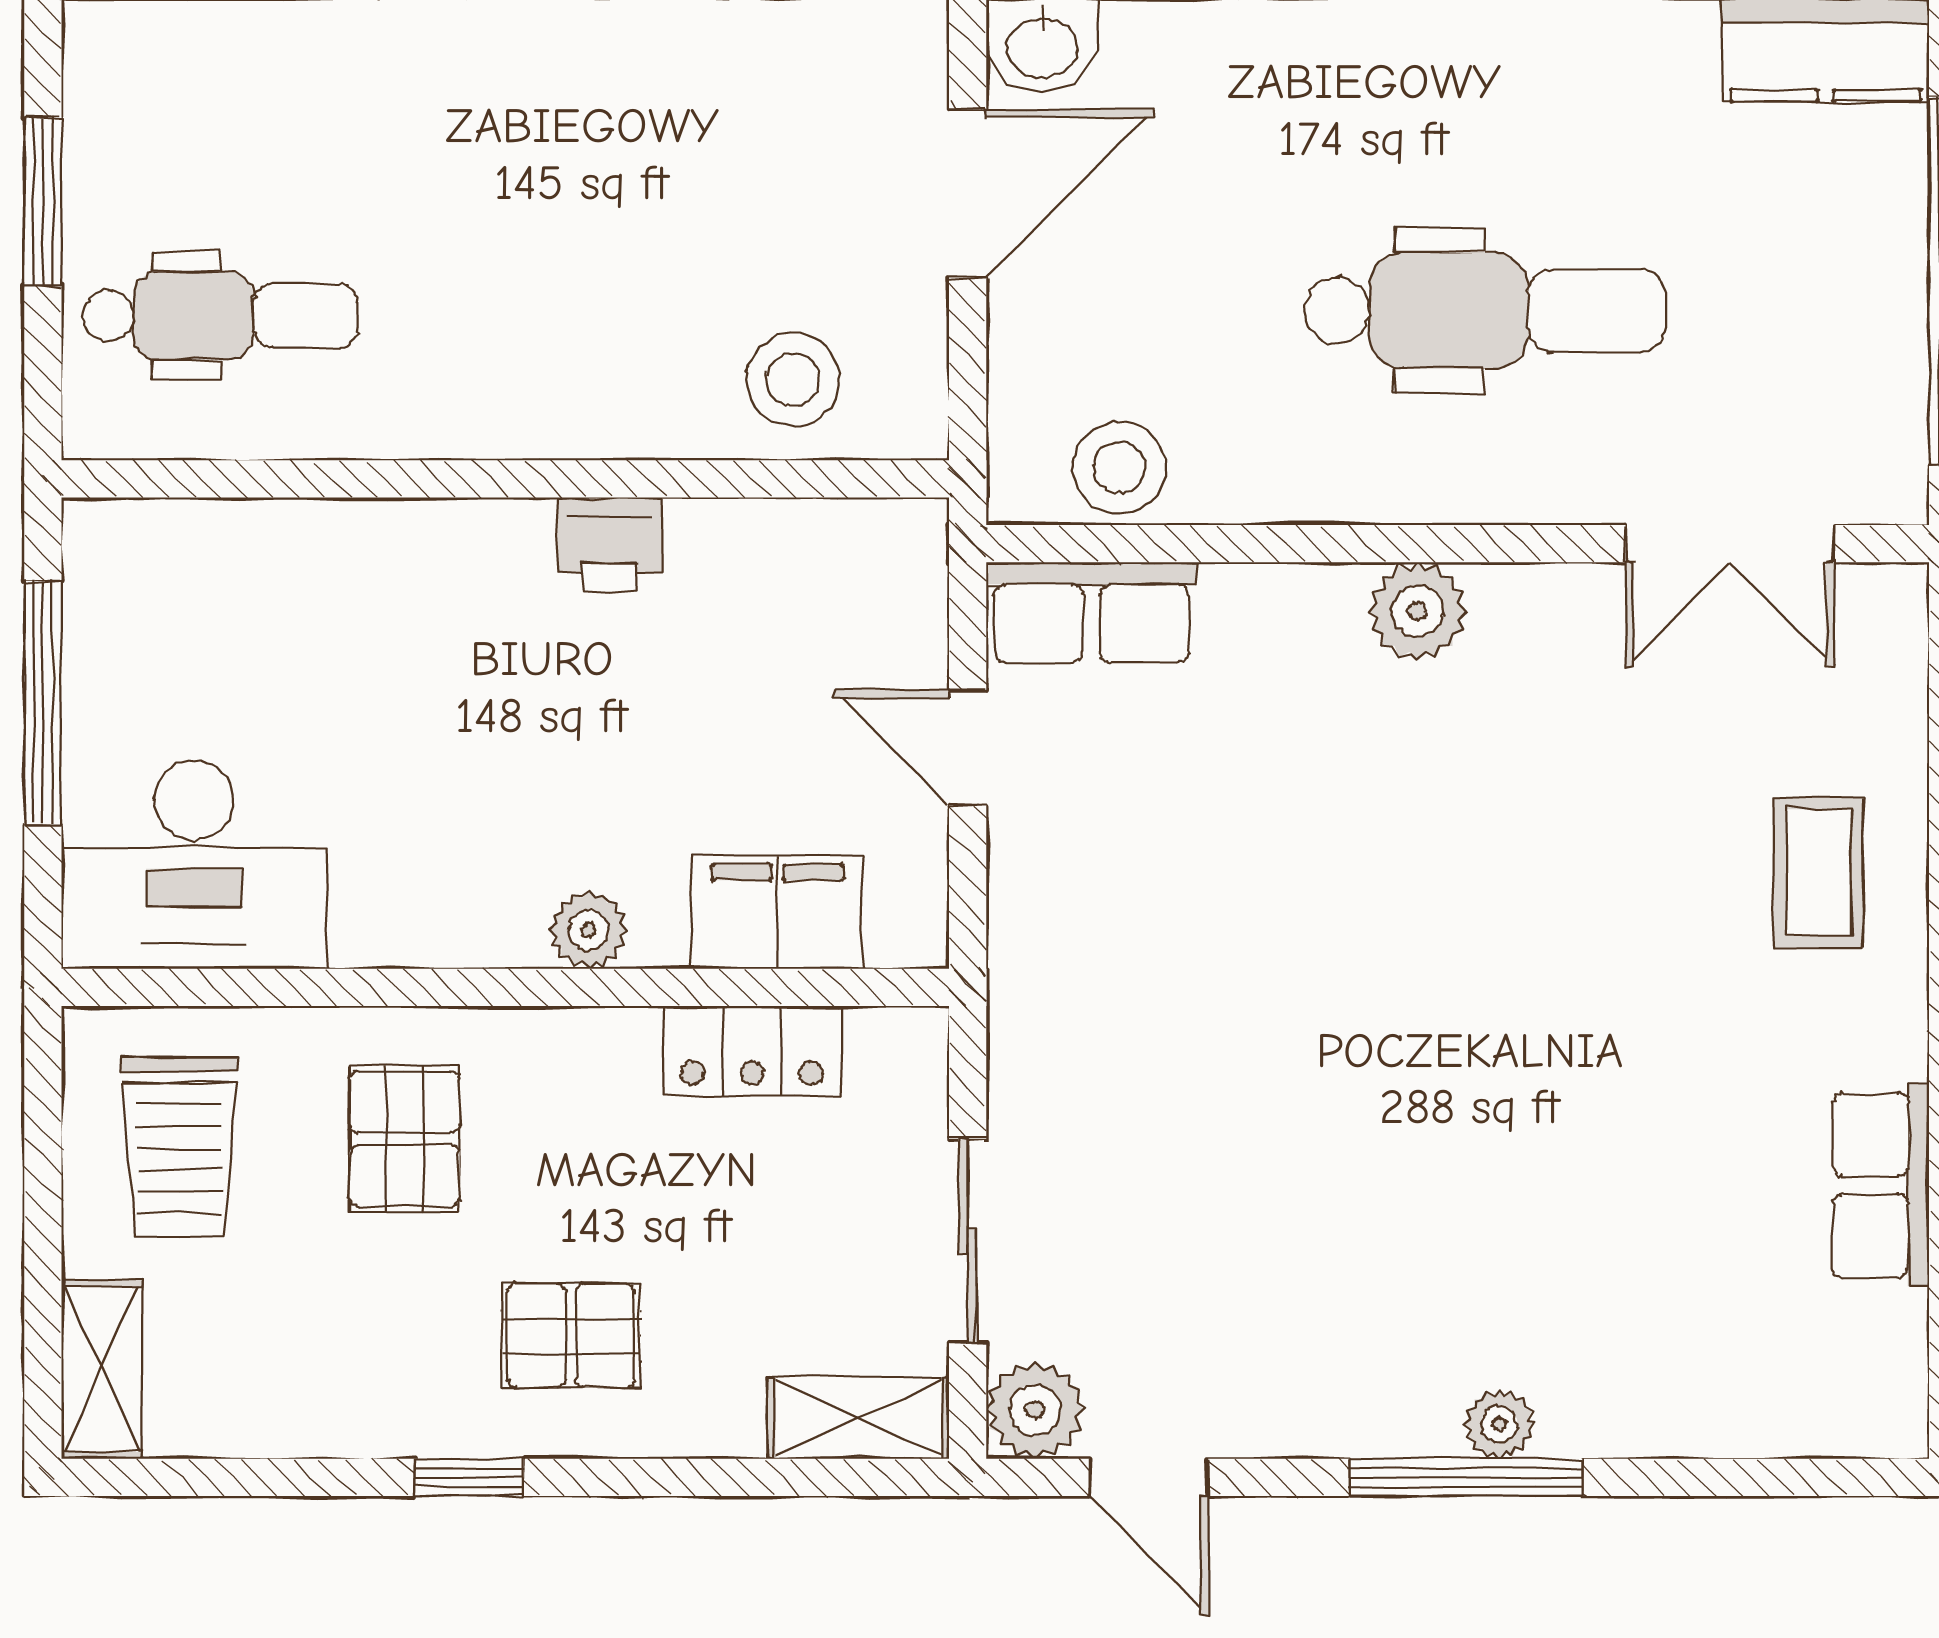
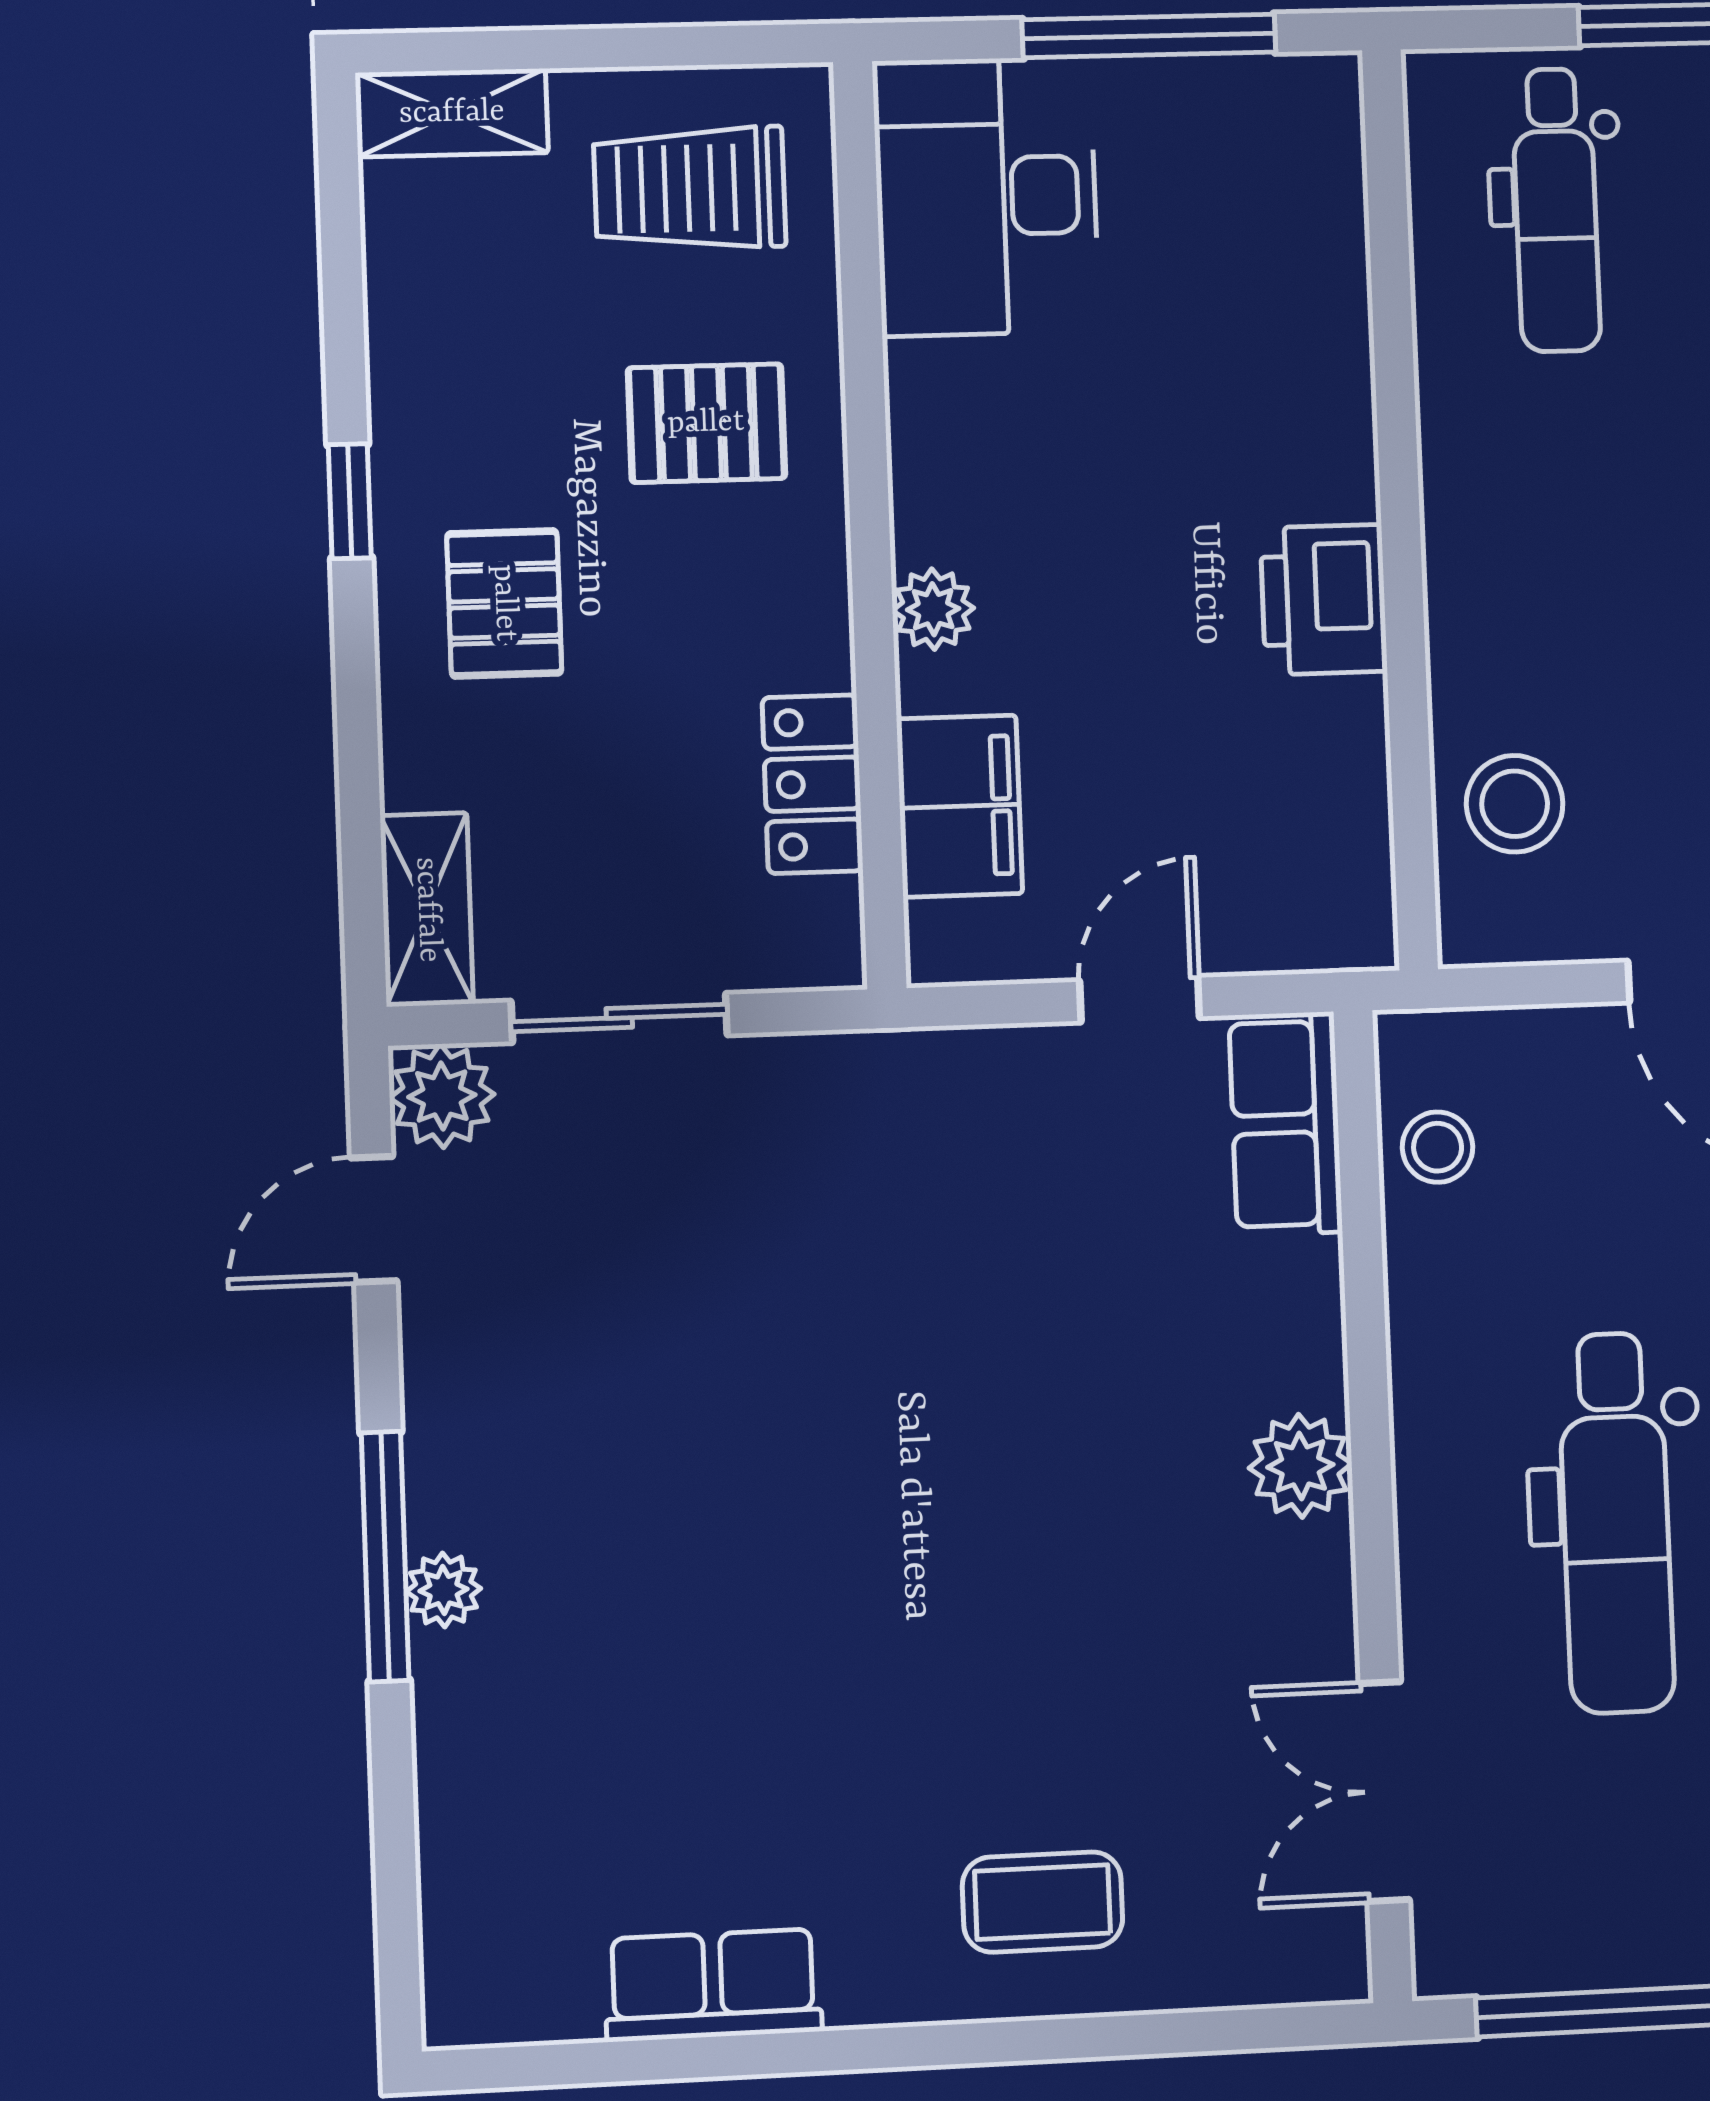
stool: (1119, 468) -> (1438, 1147), width x0.73, depth x0.73
printer: (610, 545) -> (1324, 600), width x1.36, depth x1.24

